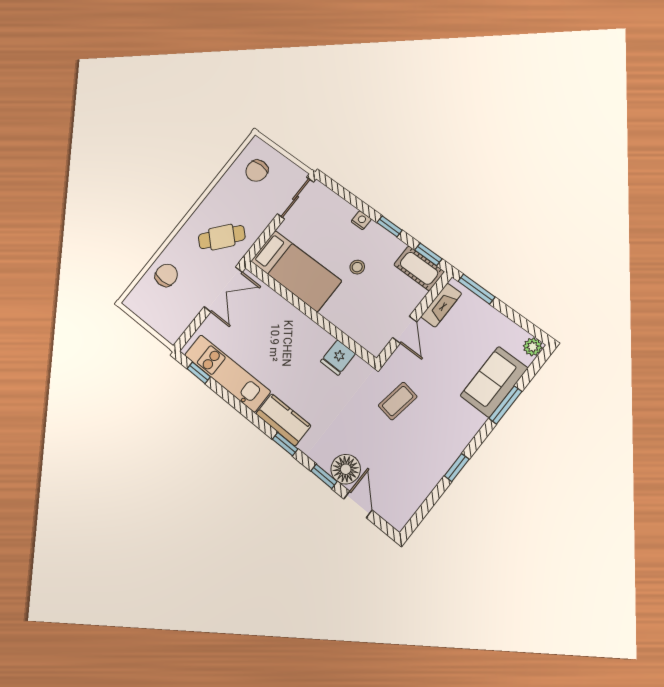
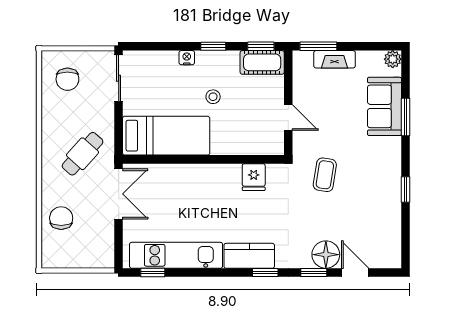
fireplace: (441, 305) -> (335, 59), moved, turned 90

